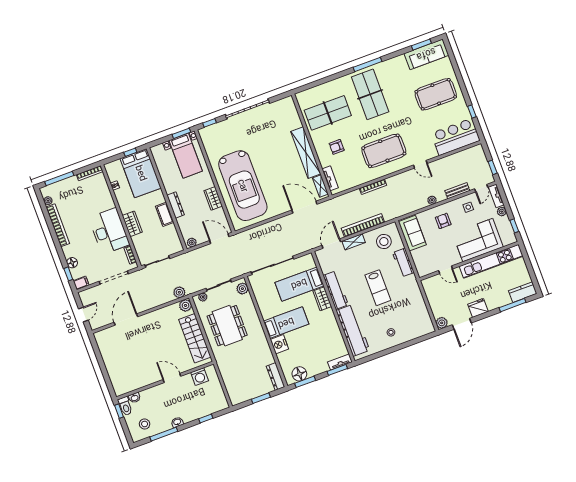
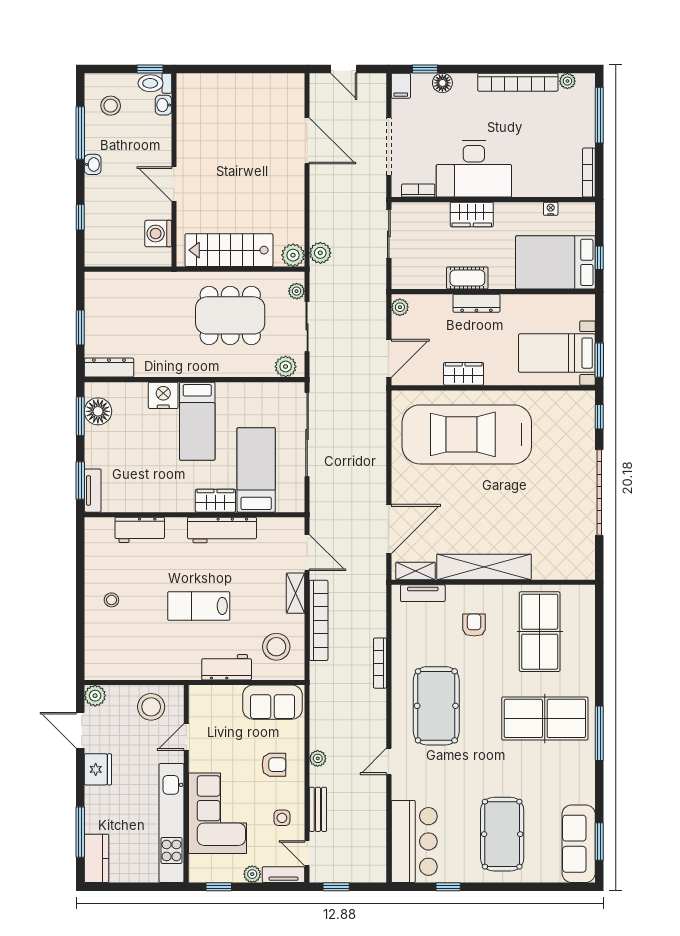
stool: (437, 293) -> (151, 707), added
workbench: (353, 330) -> (140, 530), width x0.53, depth x0.76
door: (172, 378) -> (174, 184), swing flipped

